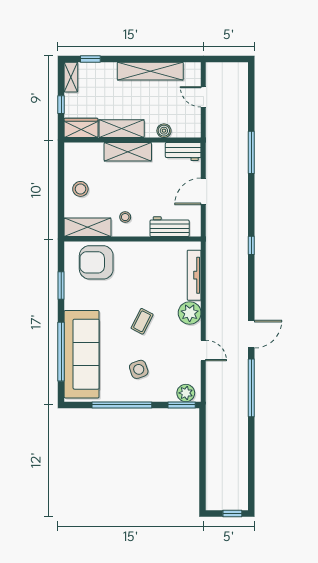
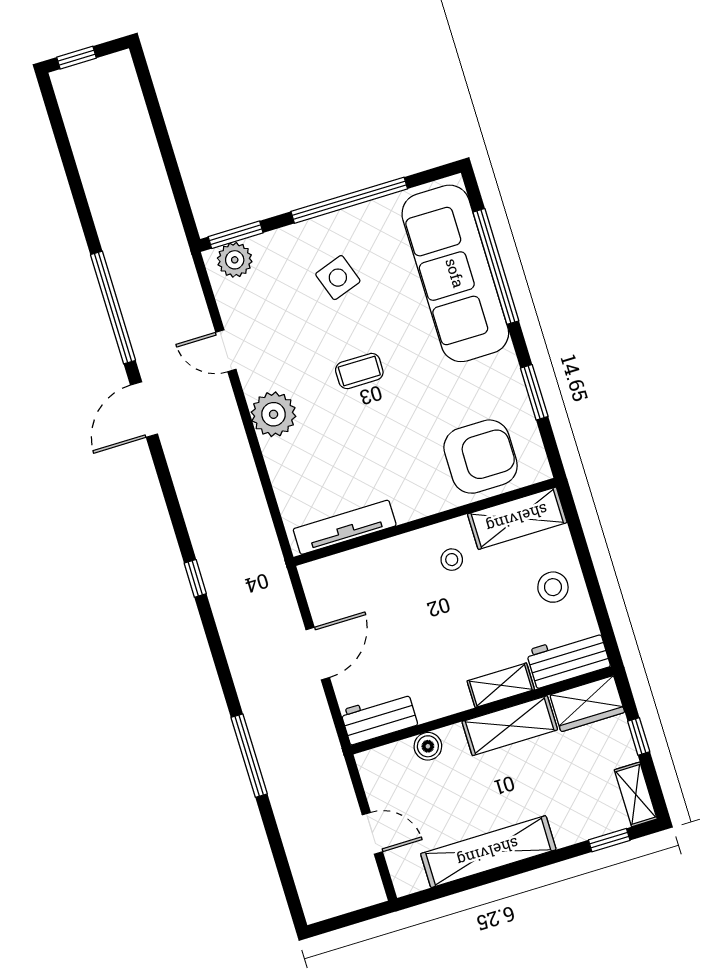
shelving: (128, 152) -> (501, 685), width x0.67, depth x0.75
workbench: (170, 227) -> (568, 659), moved, turned 180
tv unit: (194, 275) -> (345, 527), moved, turned -90
coffee table: (142, 321) -> (359, 371), turned 63

